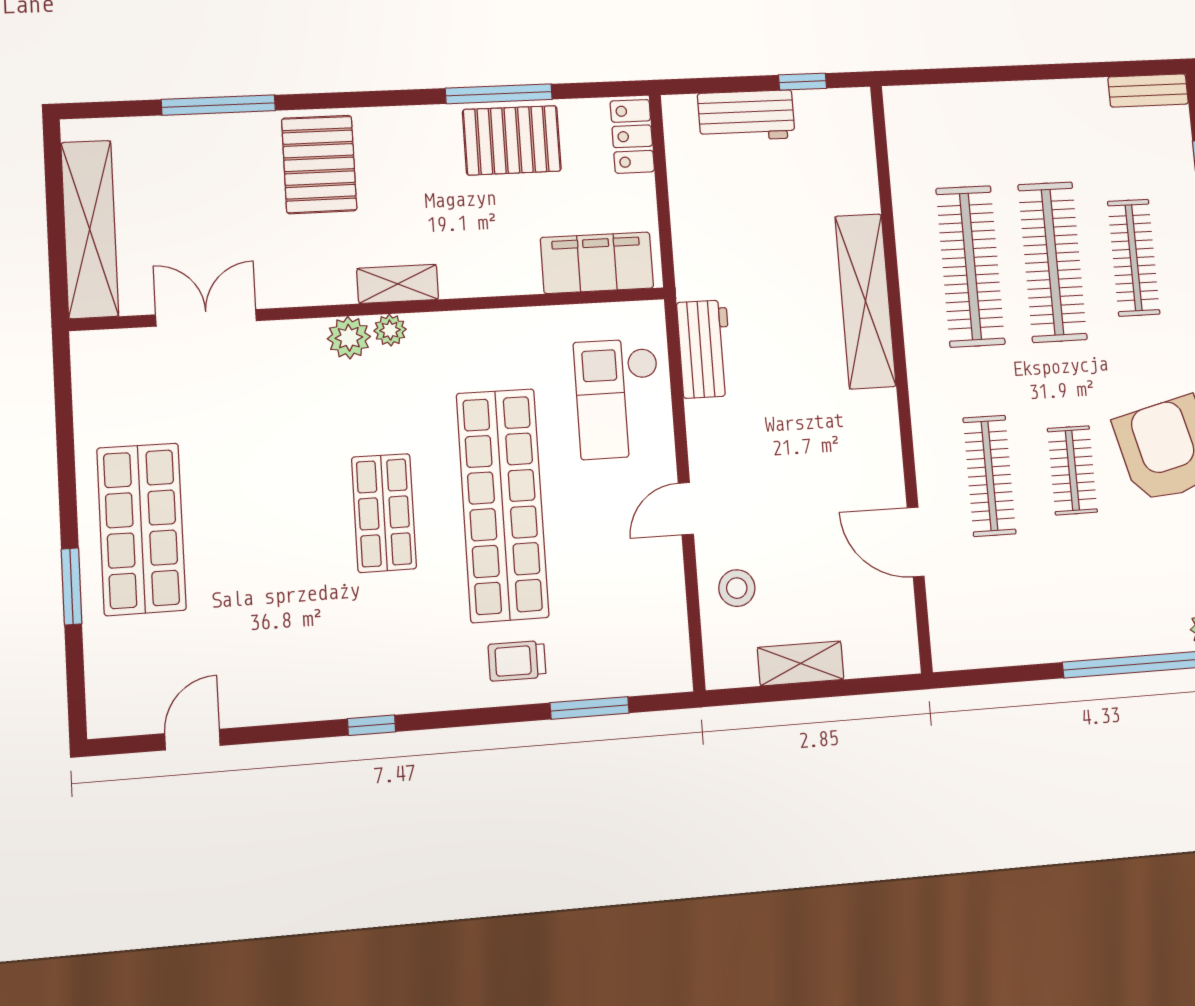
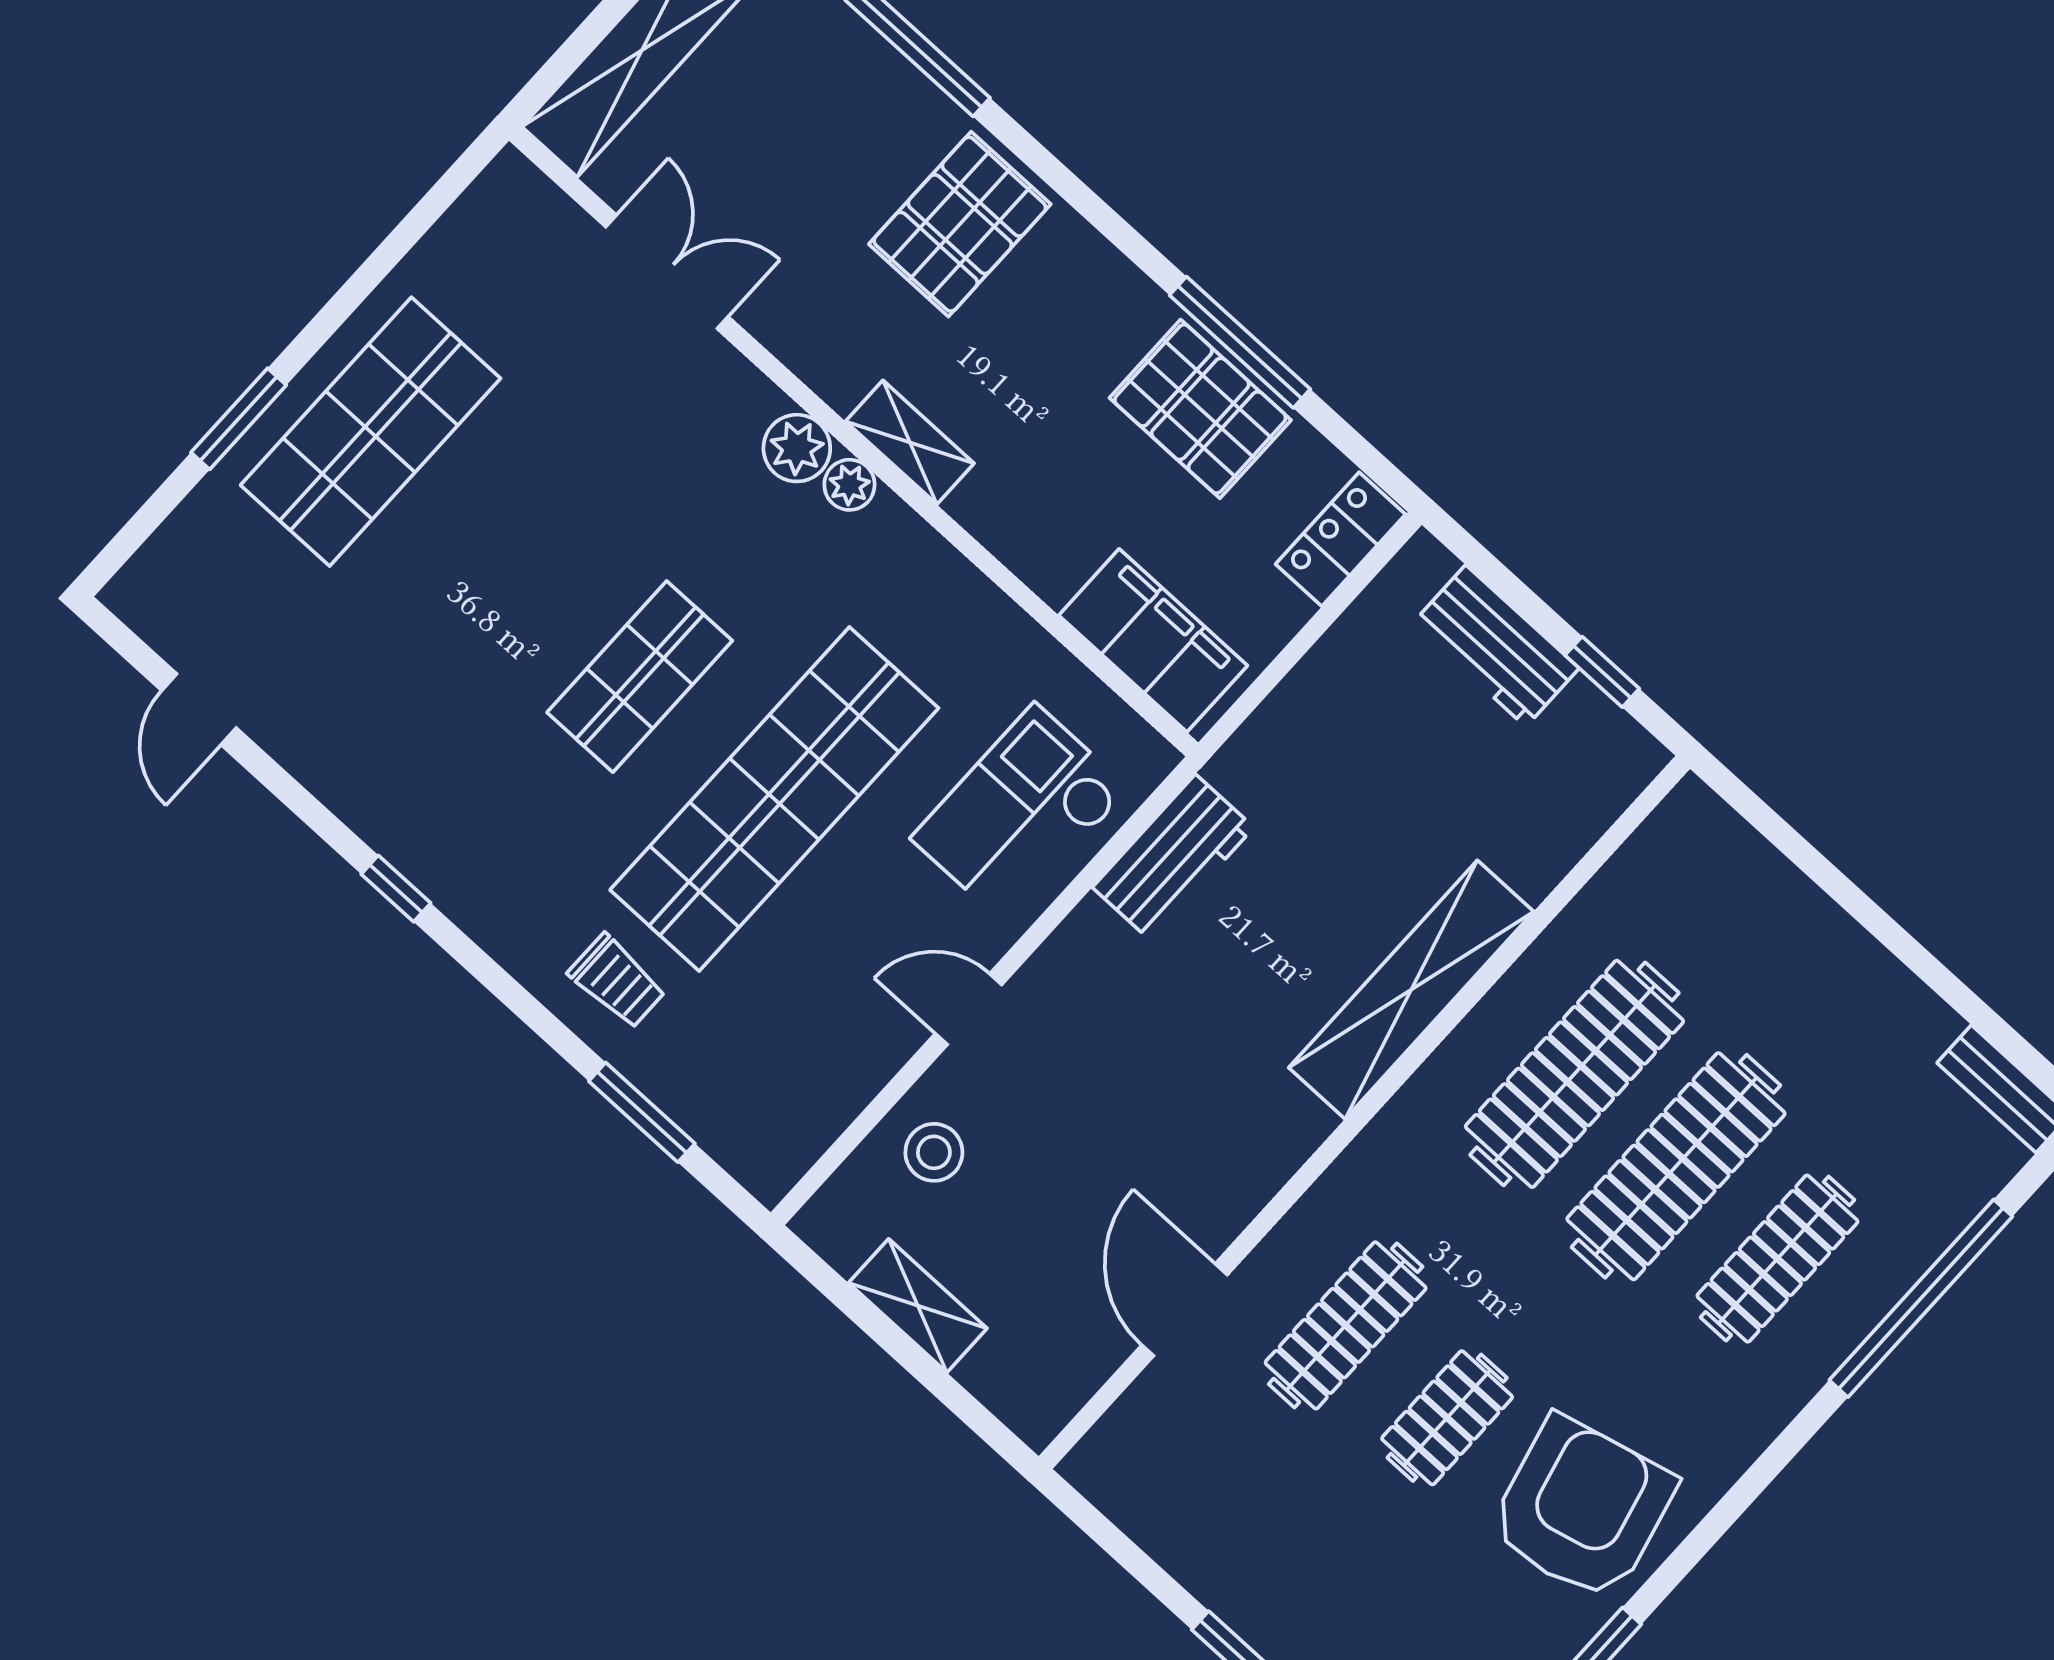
trolley: (517, 661) -> (617, 981), turned 180
door: (192, 740) -> (199, 709), swing flipped

